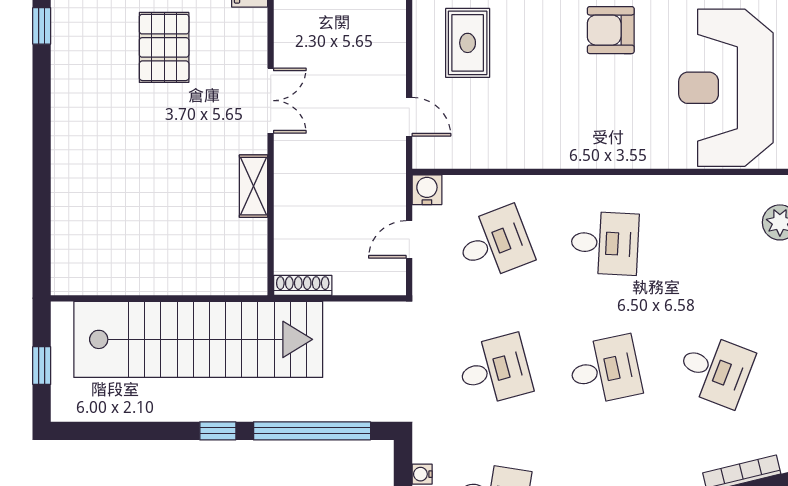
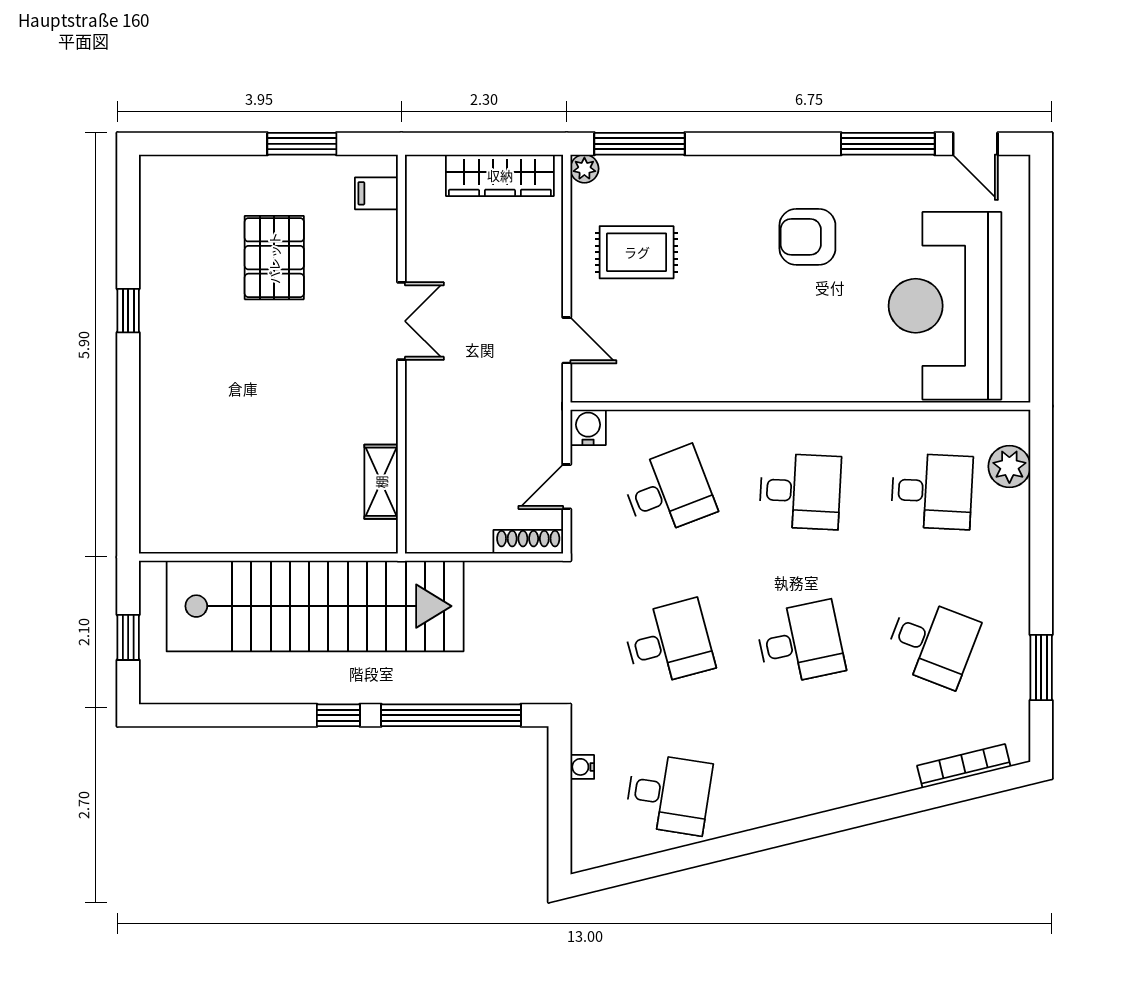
window: (42, 26) -> (128, 311), moved
rug: (468, 43) -> (637, 252), turned 90
shelving: (253, 186) -> (381, 482), moved
desk: (715, 243) -> (932, 491), added
shoe rack: (303, 285) -> (528, 542), moved

